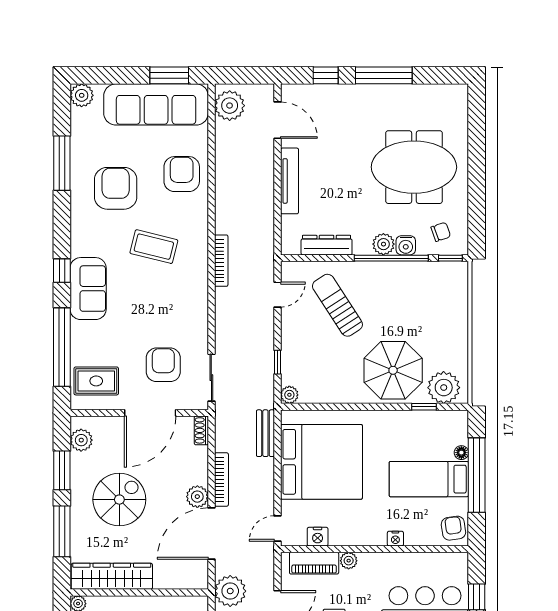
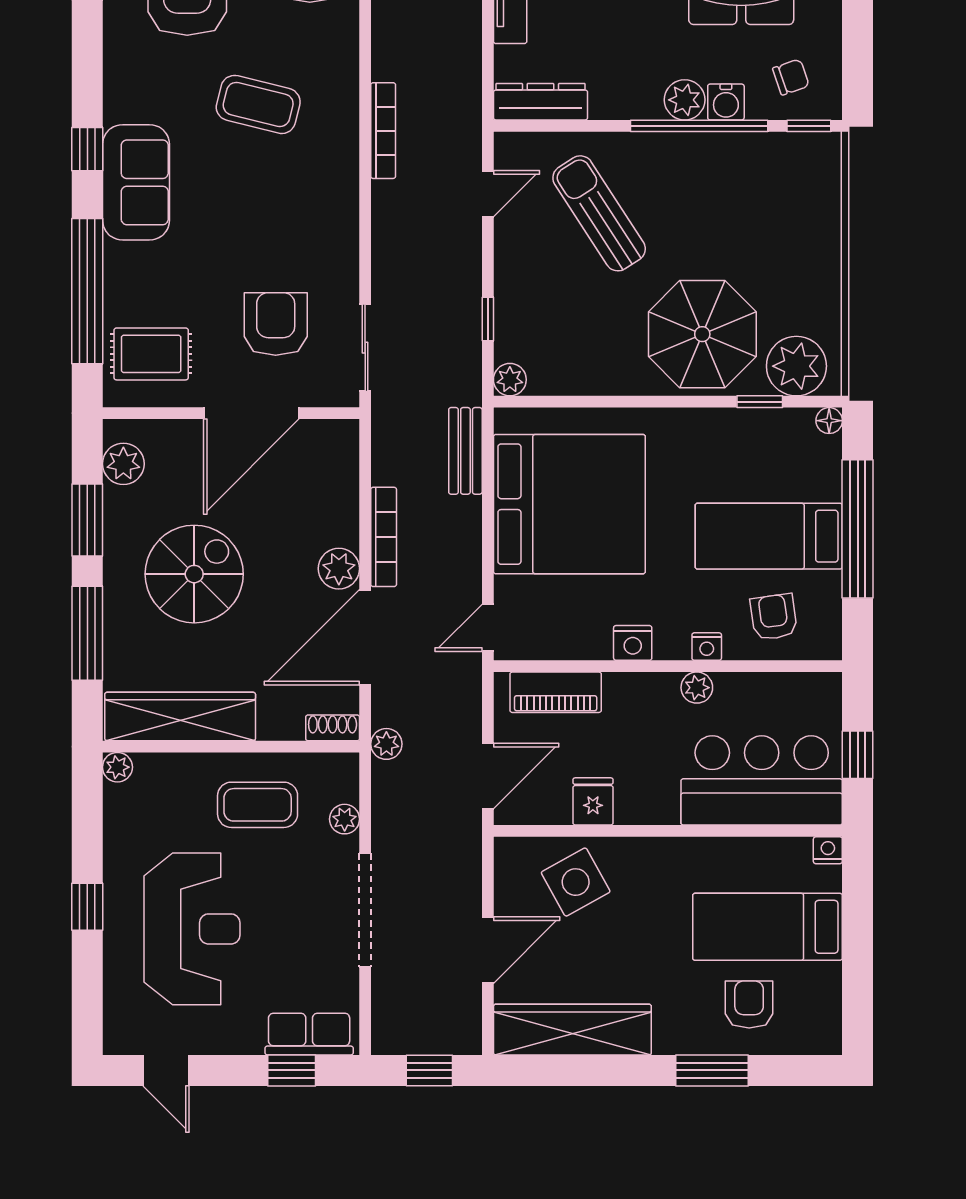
dresser: (327, 245) -> (540, 102), moved
shoe rack: (201, 430) -> (333, 728), moved, turned 90
floor lamp: (461, 453) -> (829, 421), moved
armchair: (453, 528) -> (774, 617), moved
nightstand: (318, 537) -> (633, 643), moved
plant: (349, 561) -> (697, 688), moved
plant: (230, 591) -> (386, 744), width x0.53, depth x0.53

